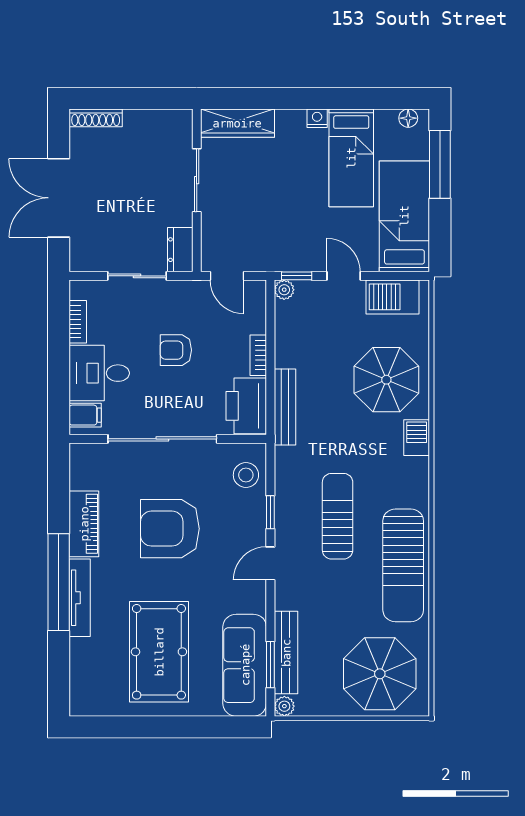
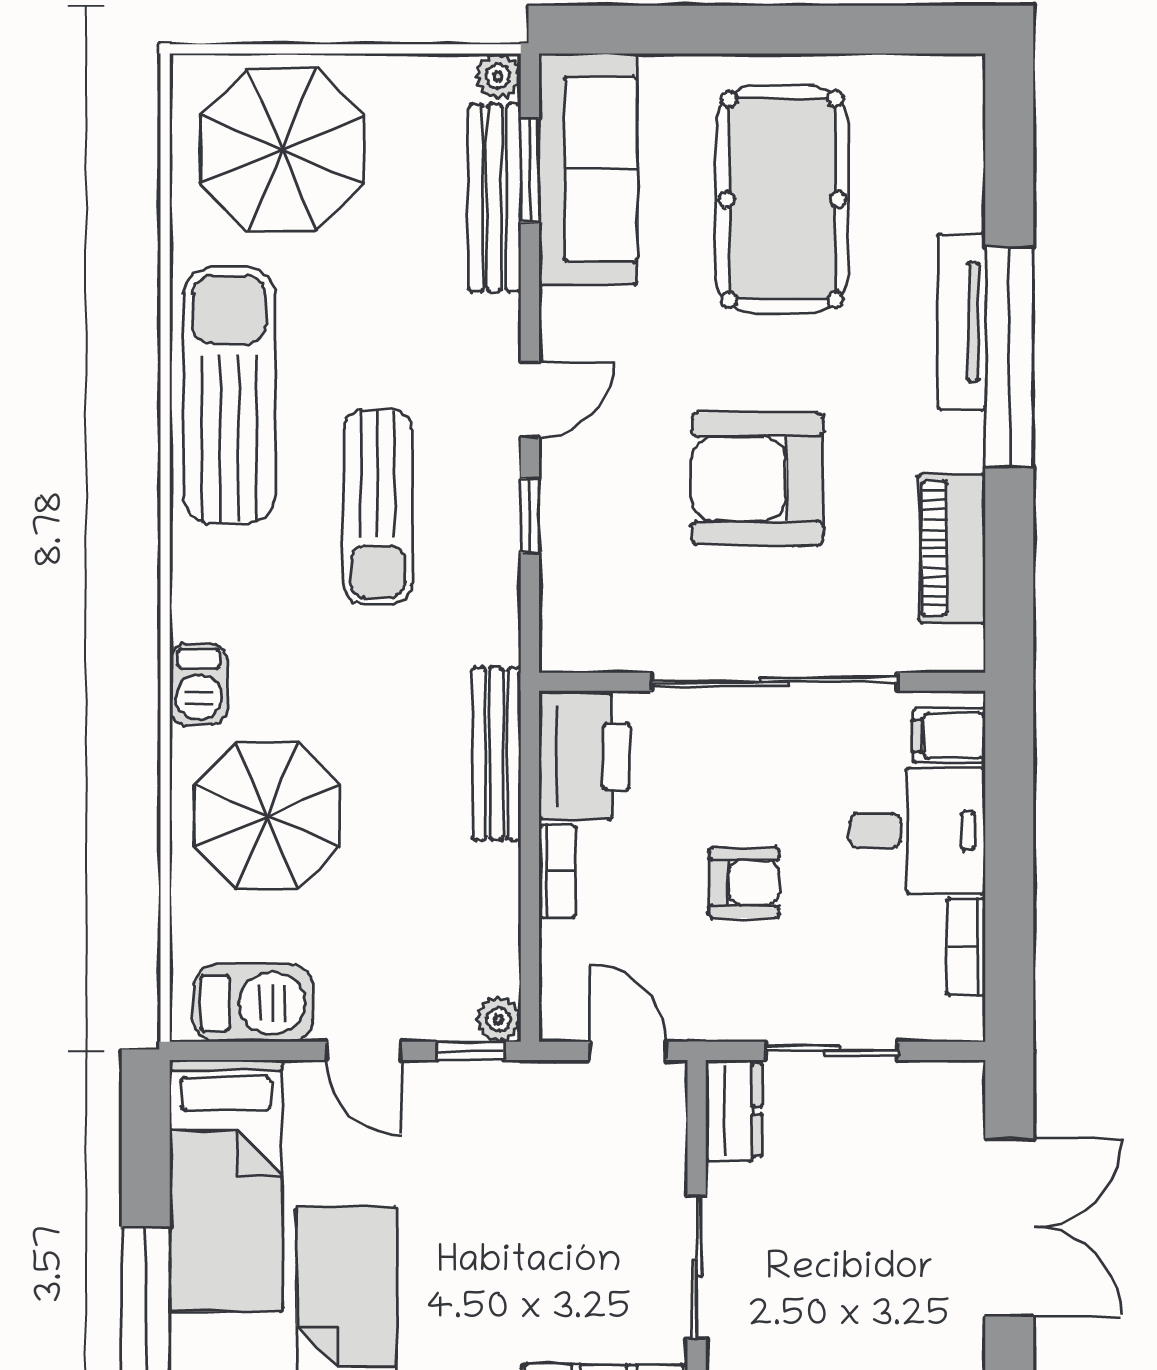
stool: (246, 475) -> (585, 600), removed
piano: (84, 524) -> (952, 548), moved
armchair: (170, 529) -> (757, 479), turned 180

